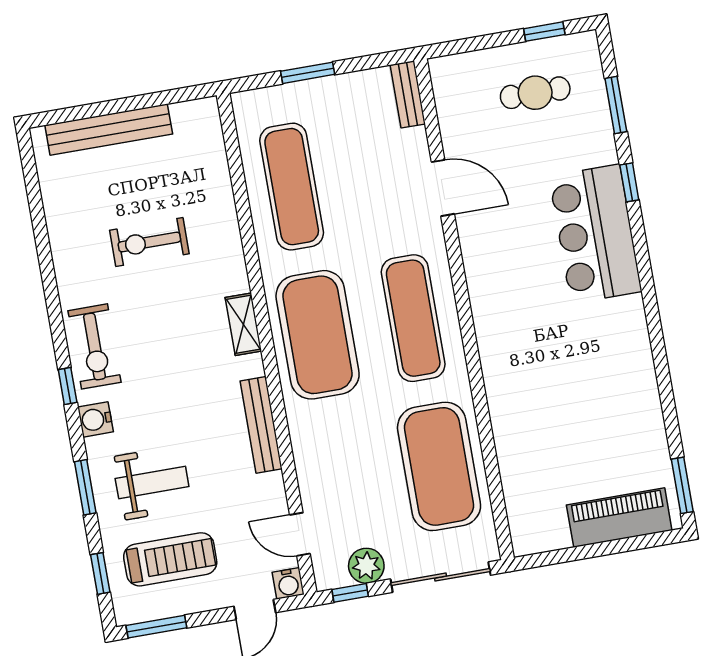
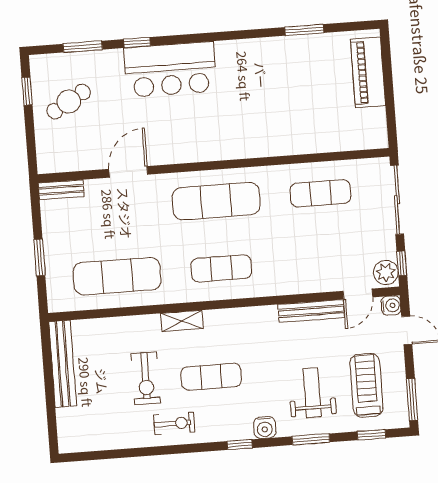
cafe table: (535, 93) -> (69, 102), turned 60
bench: (109, 130) -> (63, 364), moved
shelving: (243, 324) -> (182, 321), moved
exercise mat: (318, 335) -> (221, 268), width x0.50, depth x0.69
exercise mat: (161, 336) -> (211, 377), added
exercise bike: (94, 346) -> (174, 423), moved, width x0.73, depth x0.72
bench: (261, 425) -> (311, 311), moved
exercise mat: (439, 466) -> (320, 193), width x0.50, depth x0.69
window: (682, 485) -> (304, 30), moved
plant: (366, 566) -> (386, 272), moved

